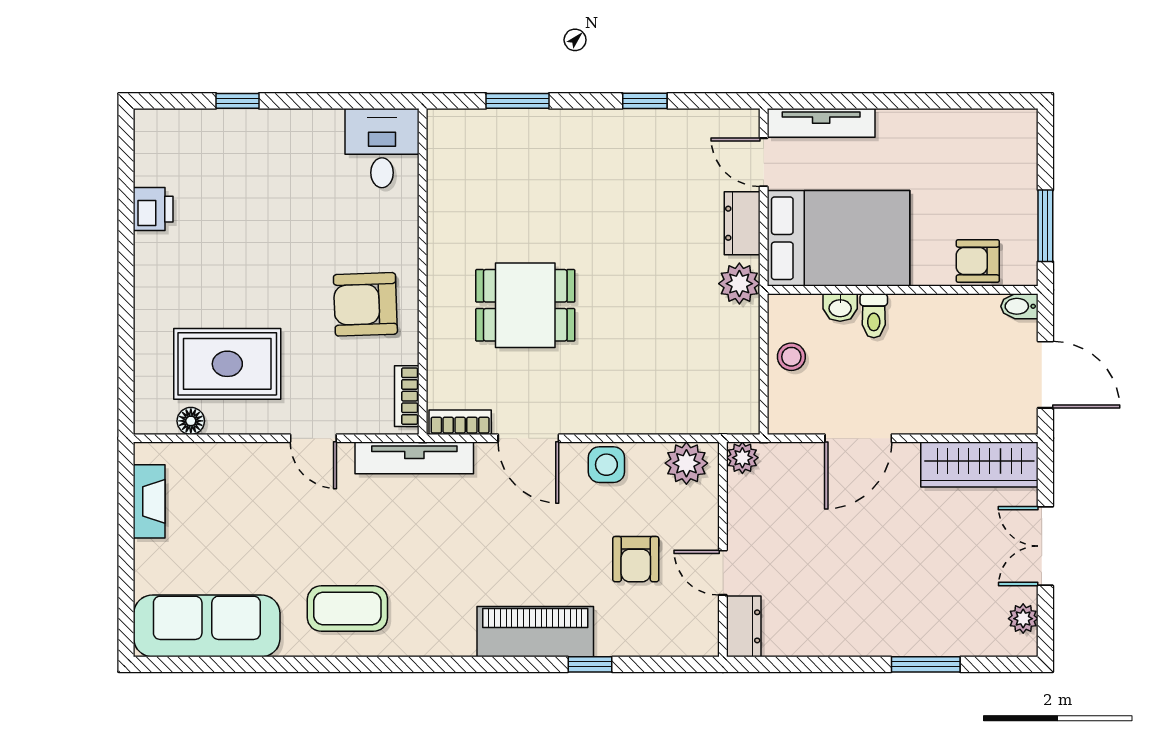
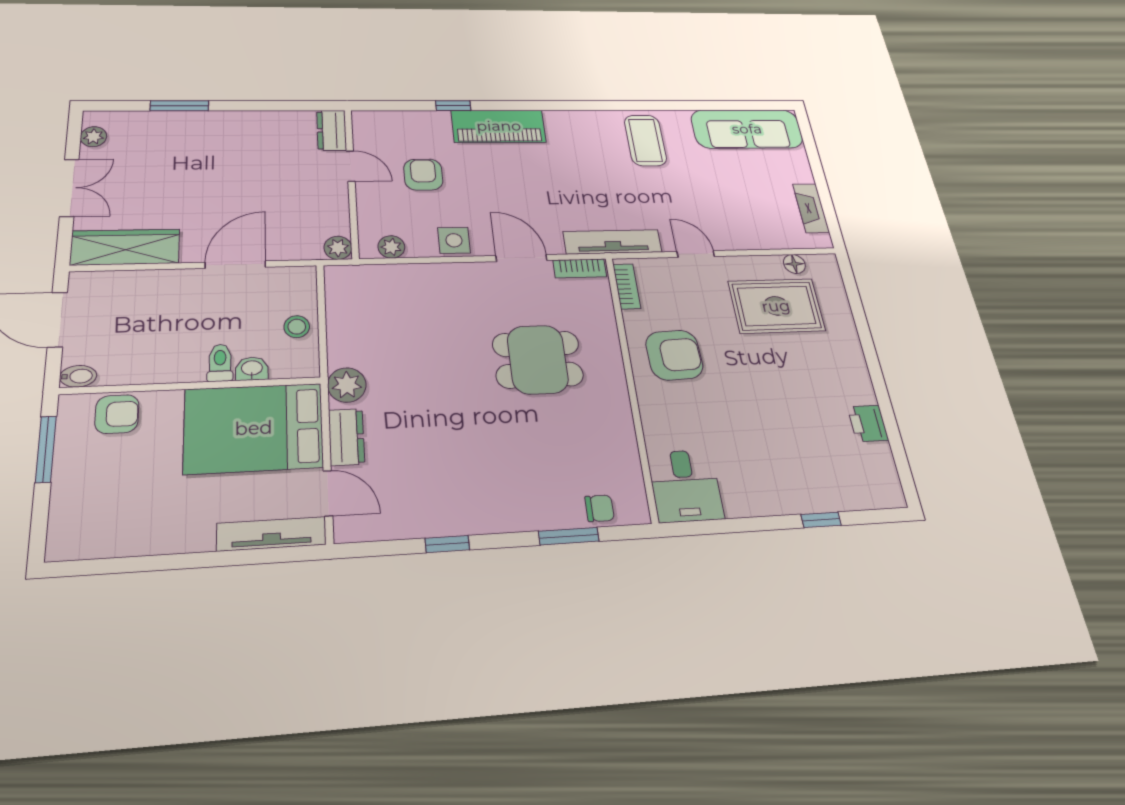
chair: (480, 129) -> (600, 508), added
plant: (686, 463) -> (391, 247), width x0.73, depth x0.73
coffee table: (347, 608) -> (645, 140), turned 90

